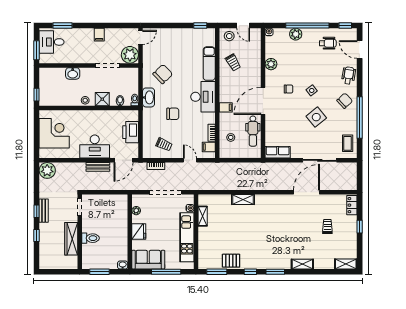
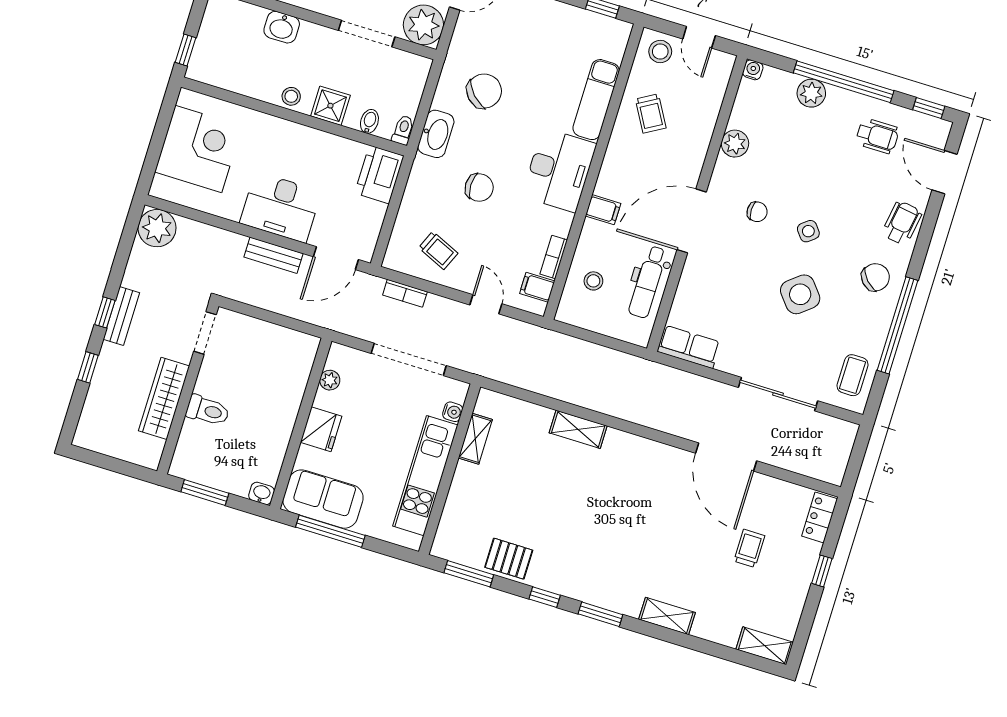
printer: (131, 132) -> (379, 174), moved
door: (306, 192) -> (726, 457), swing flipped
window: (166, 272) -> (330, 531), moved

